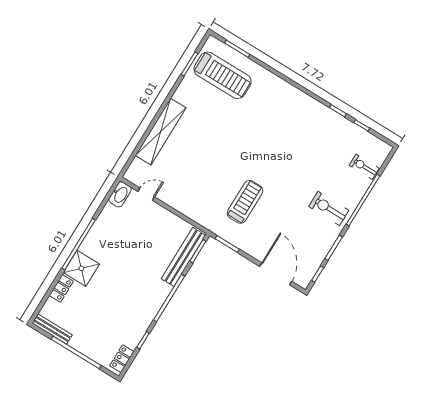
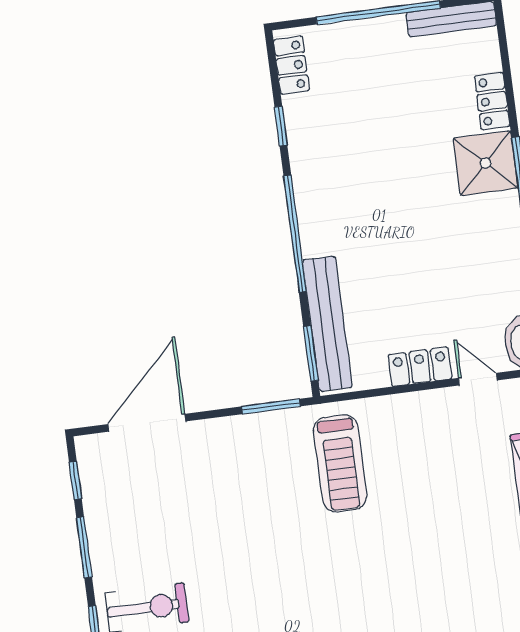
door: (146, 194) -> (478, 379), swing flipped
treadmill: (245, 202) -> (340, 463), moved
locker: (163, 215) -> (420, 367), added
door: (276, 274) -> (147, 423), swing flipped

